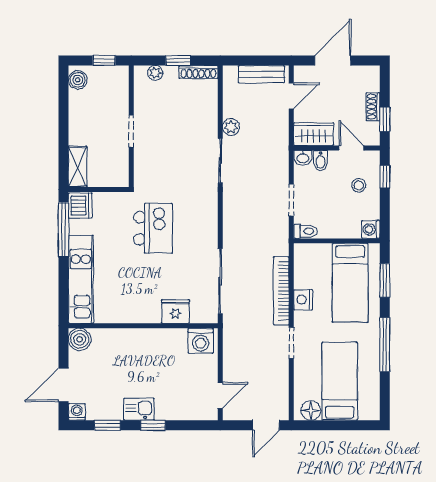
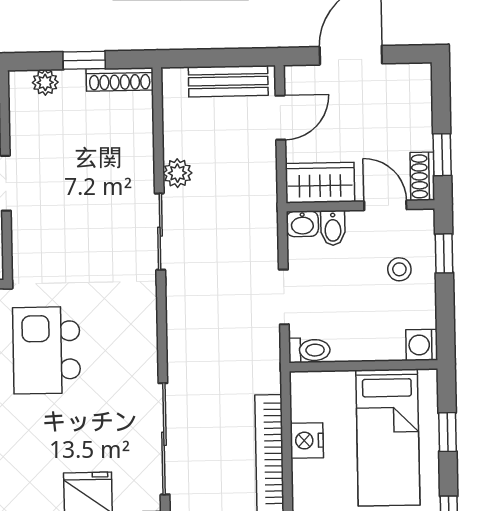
shoe rack: (373, 107) -> (422, 176), moved
kitchen island: (153, 228) -> (47, 350), turned 180
window: (385, 280) -> (447, 432), width x0.67
nightstand: (303, 300) -> (307, 440), moved

